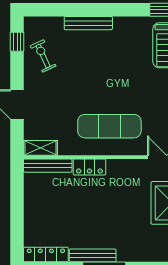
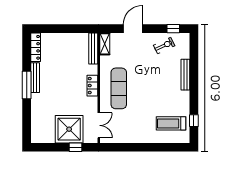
locker: (89, 167) -> (92, 86), moved

